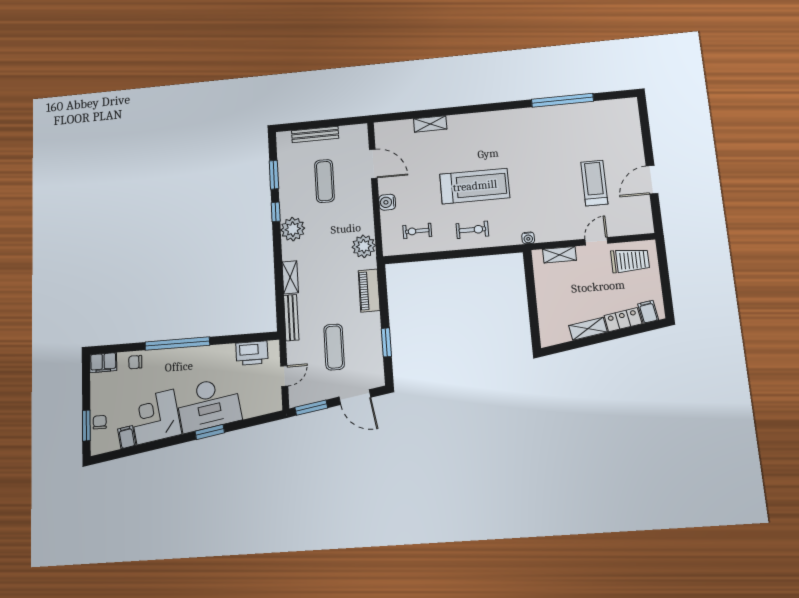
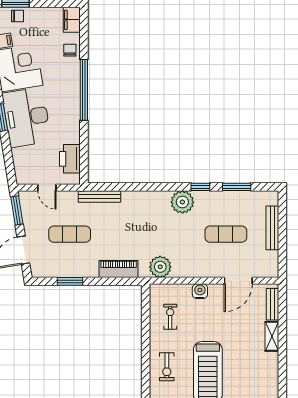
bench: (396, 127) -> (272, 304), added
shelving: (290, 277) -> (137, 197), removed

